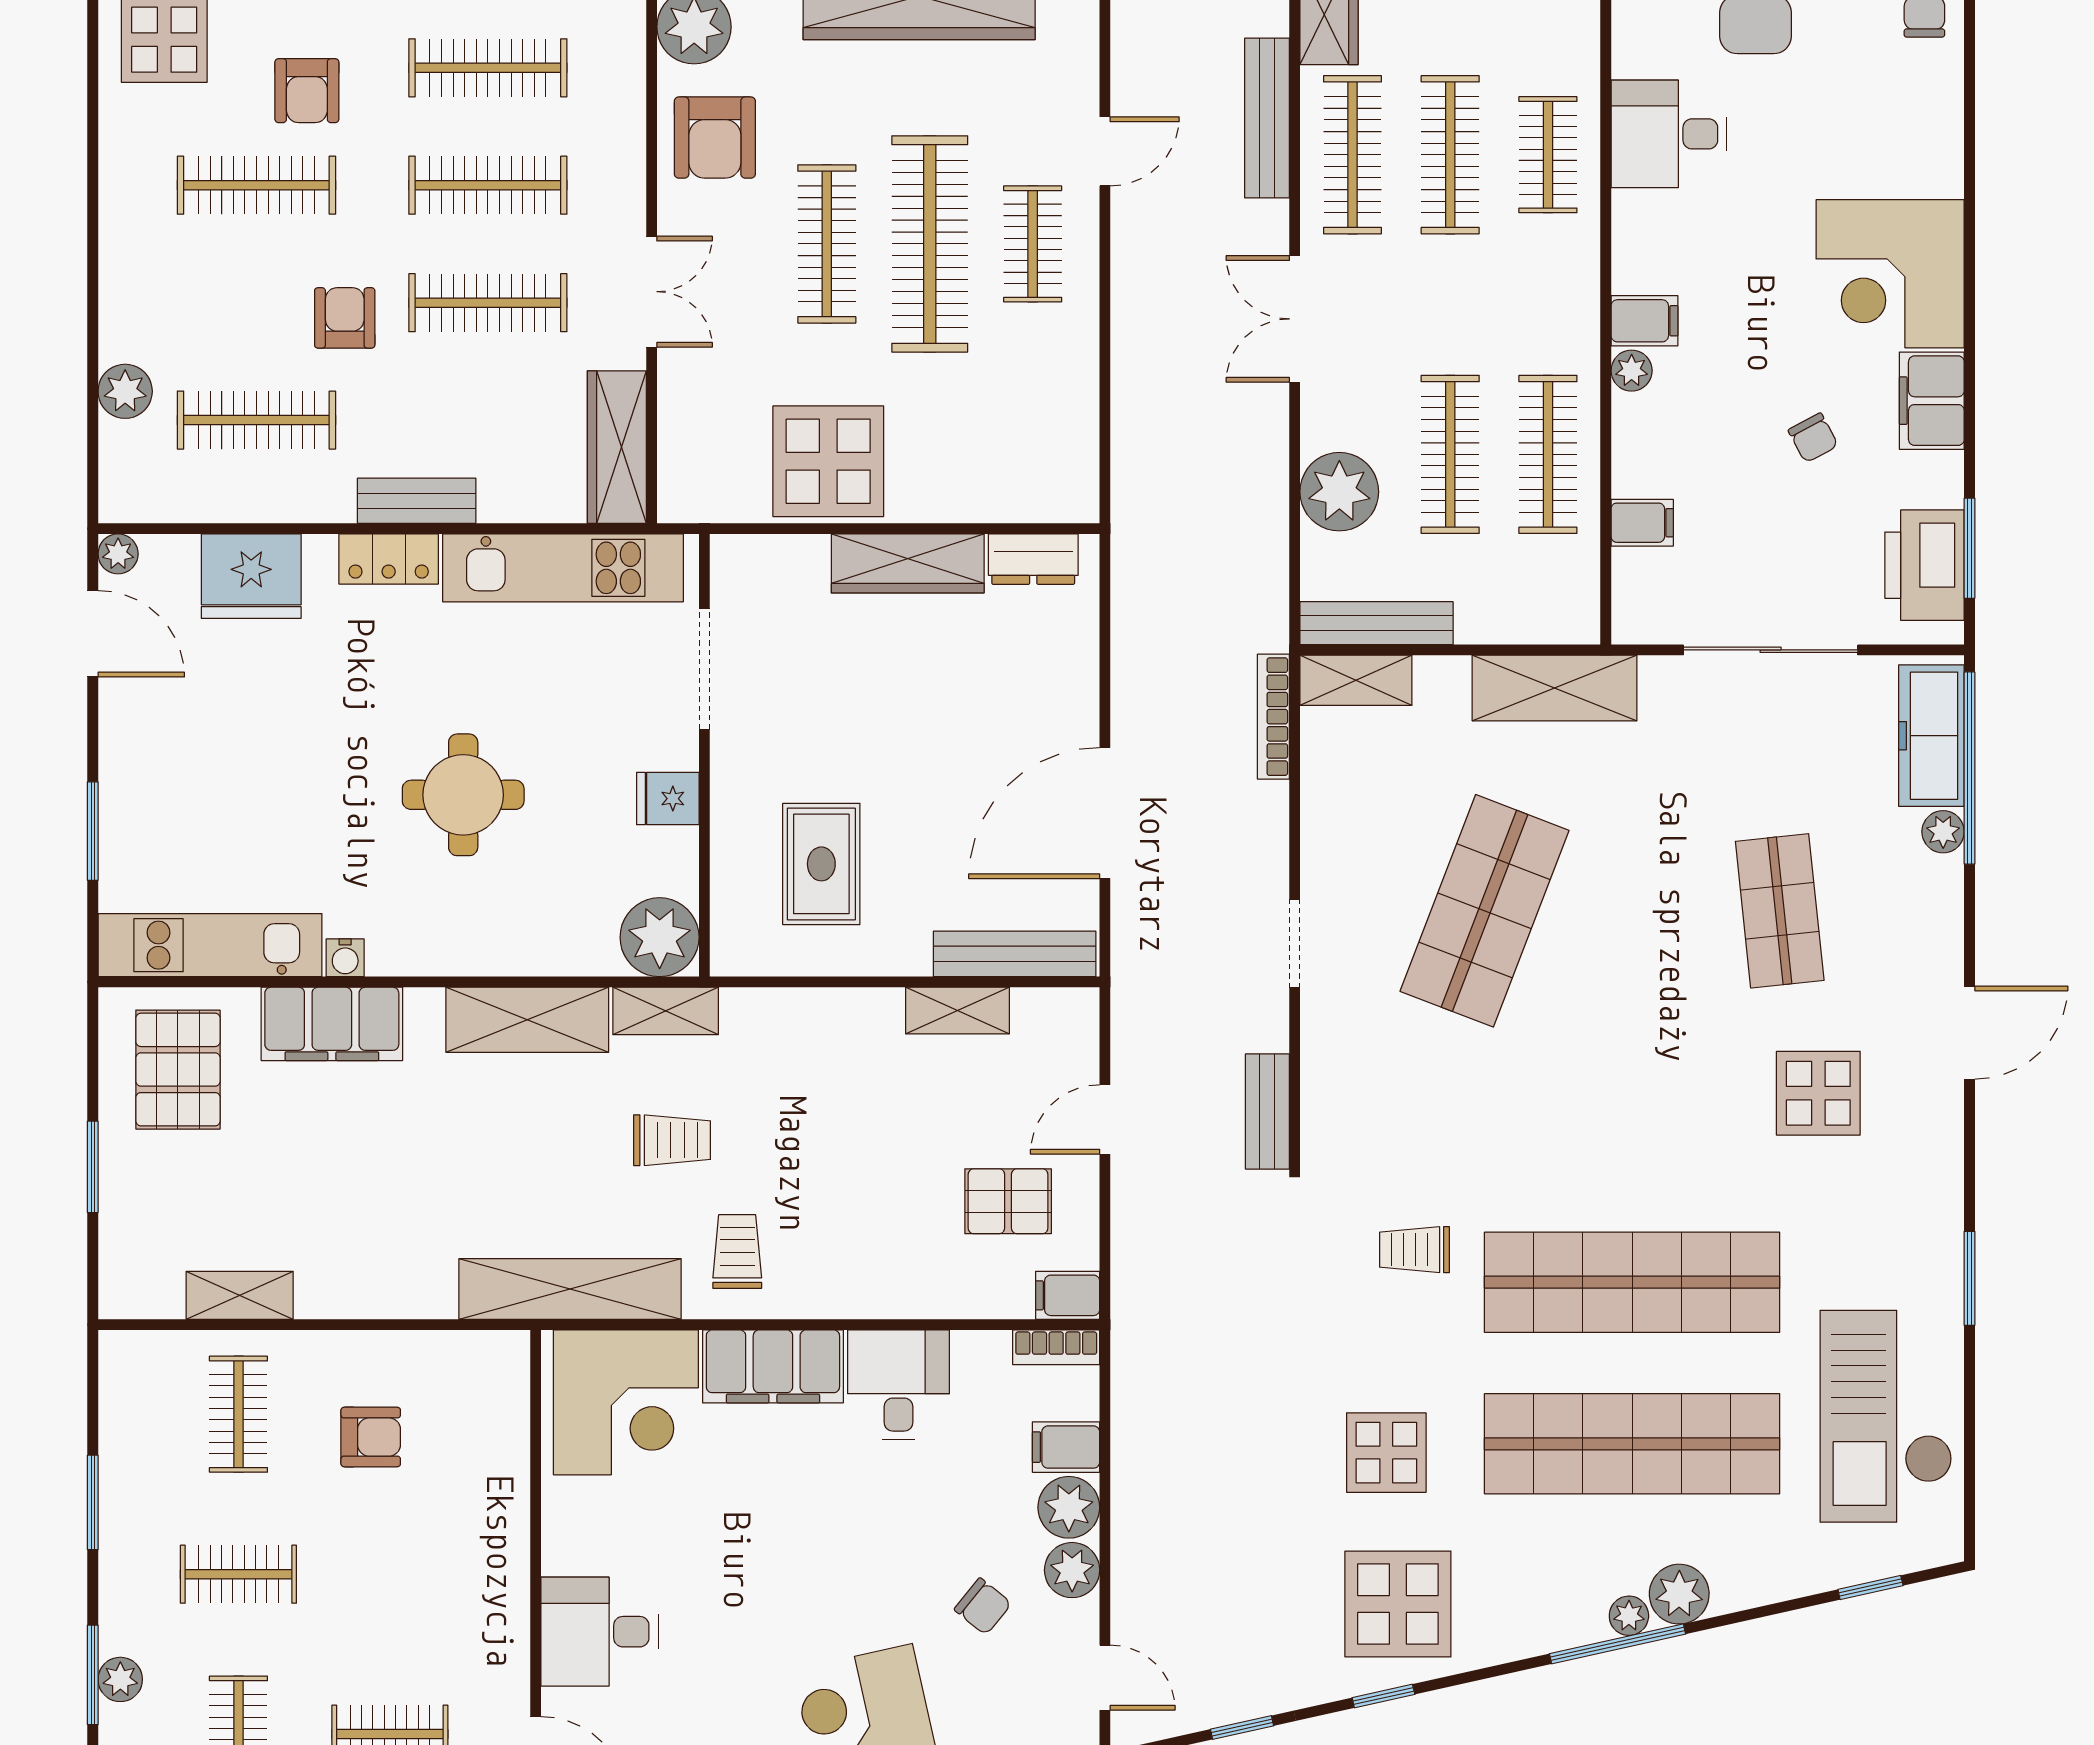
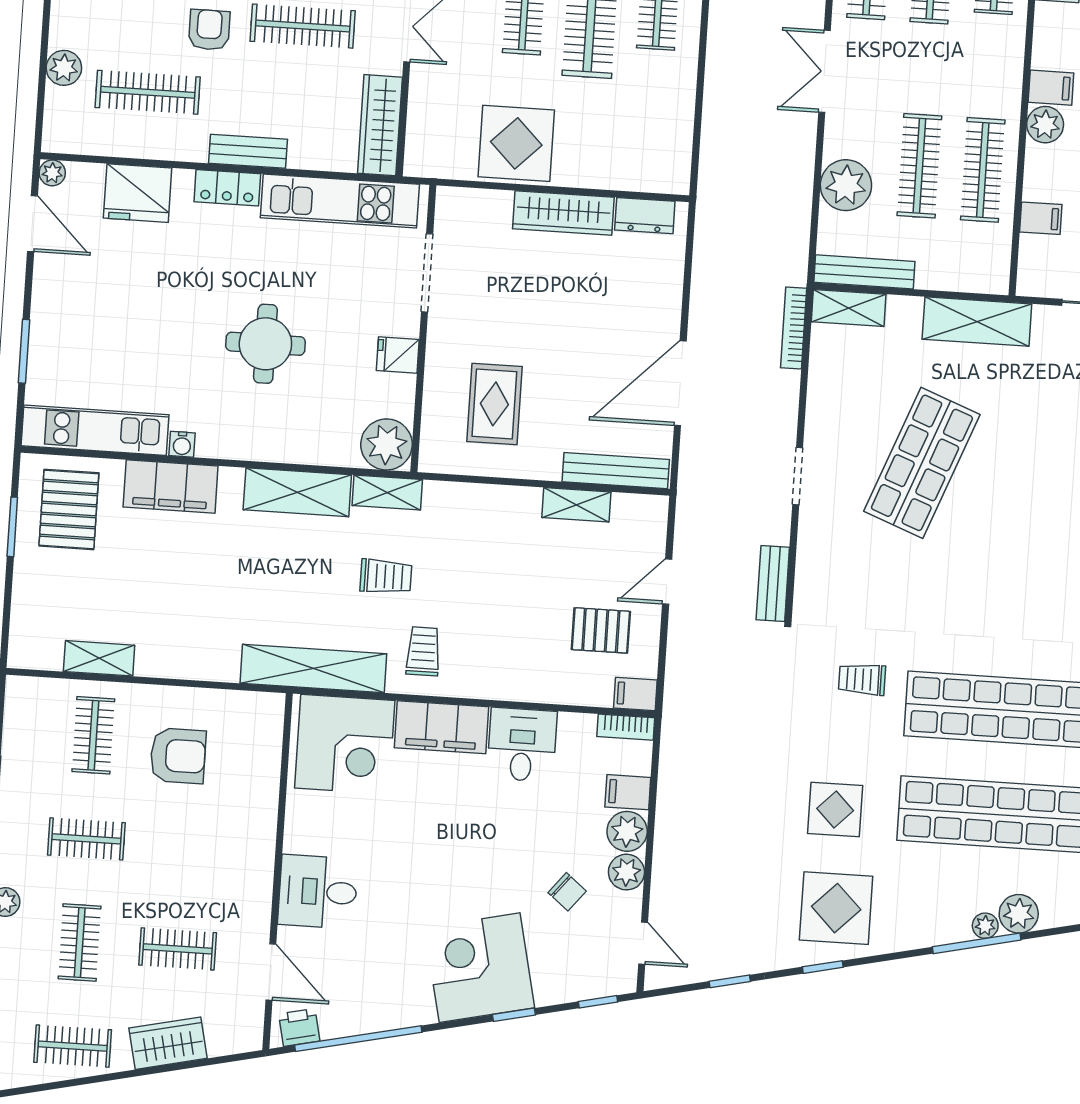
plant: (1632, 371) -> (1045, 125), width x1.38, depth x1.38
window: (93, 1167) -> (12, 527), moved
armchair: (371, 1437) -> (178, 756), width x1.38, depth x1.38

